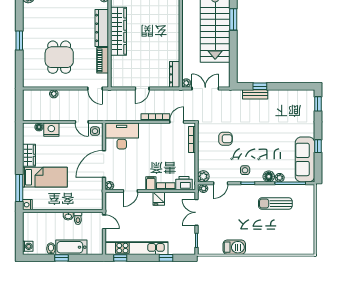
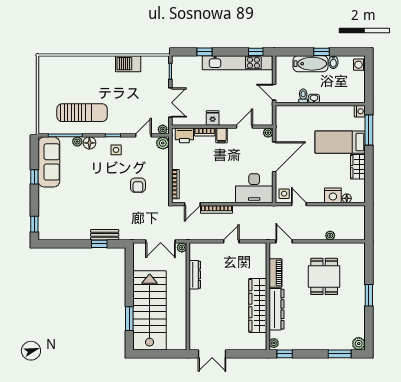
dresser: (175, 74) -> (195, 275), moved
armchair: (225, 139) -> (138, 185), turned -90
sun lounger: (275, 203) -> (82, 113), width x1.36, depth x1.34

